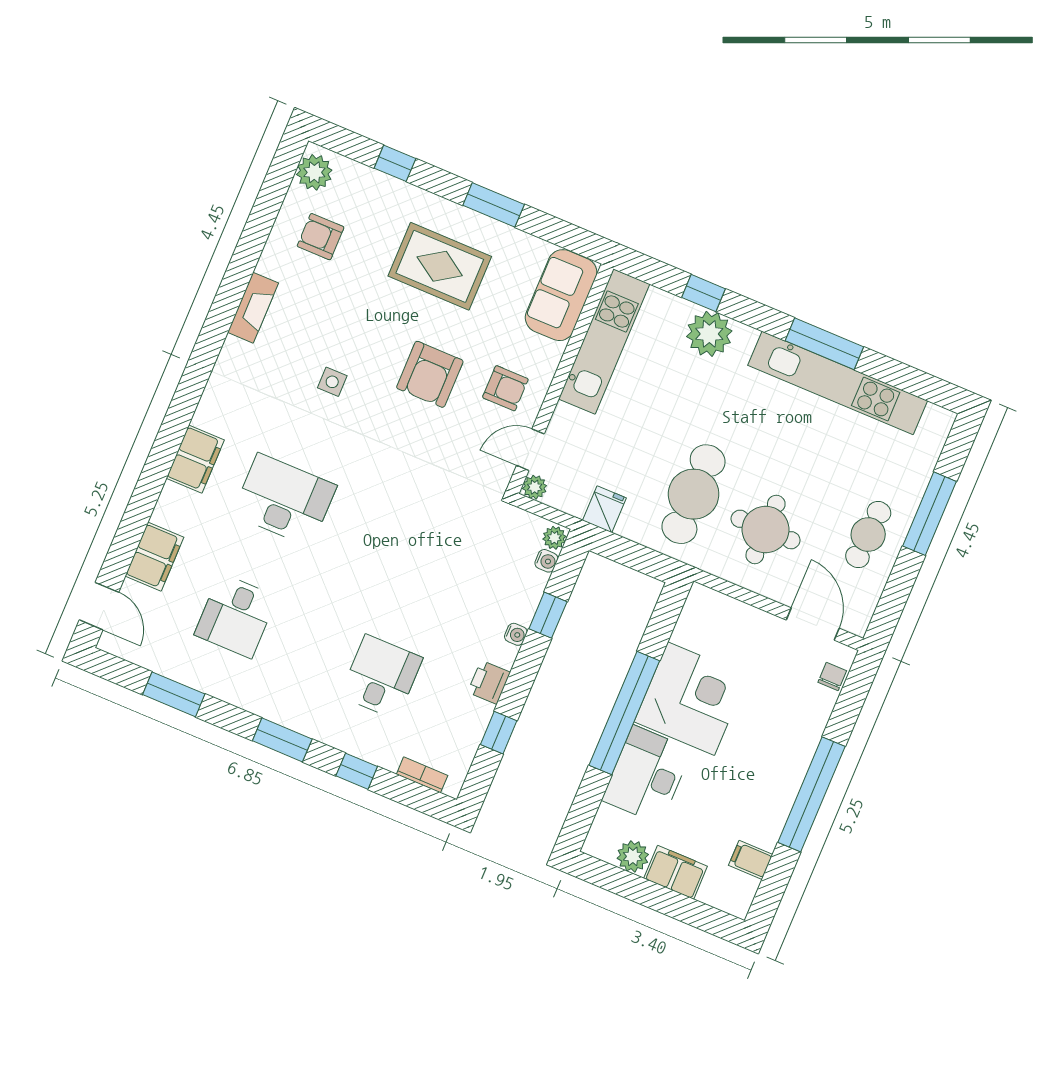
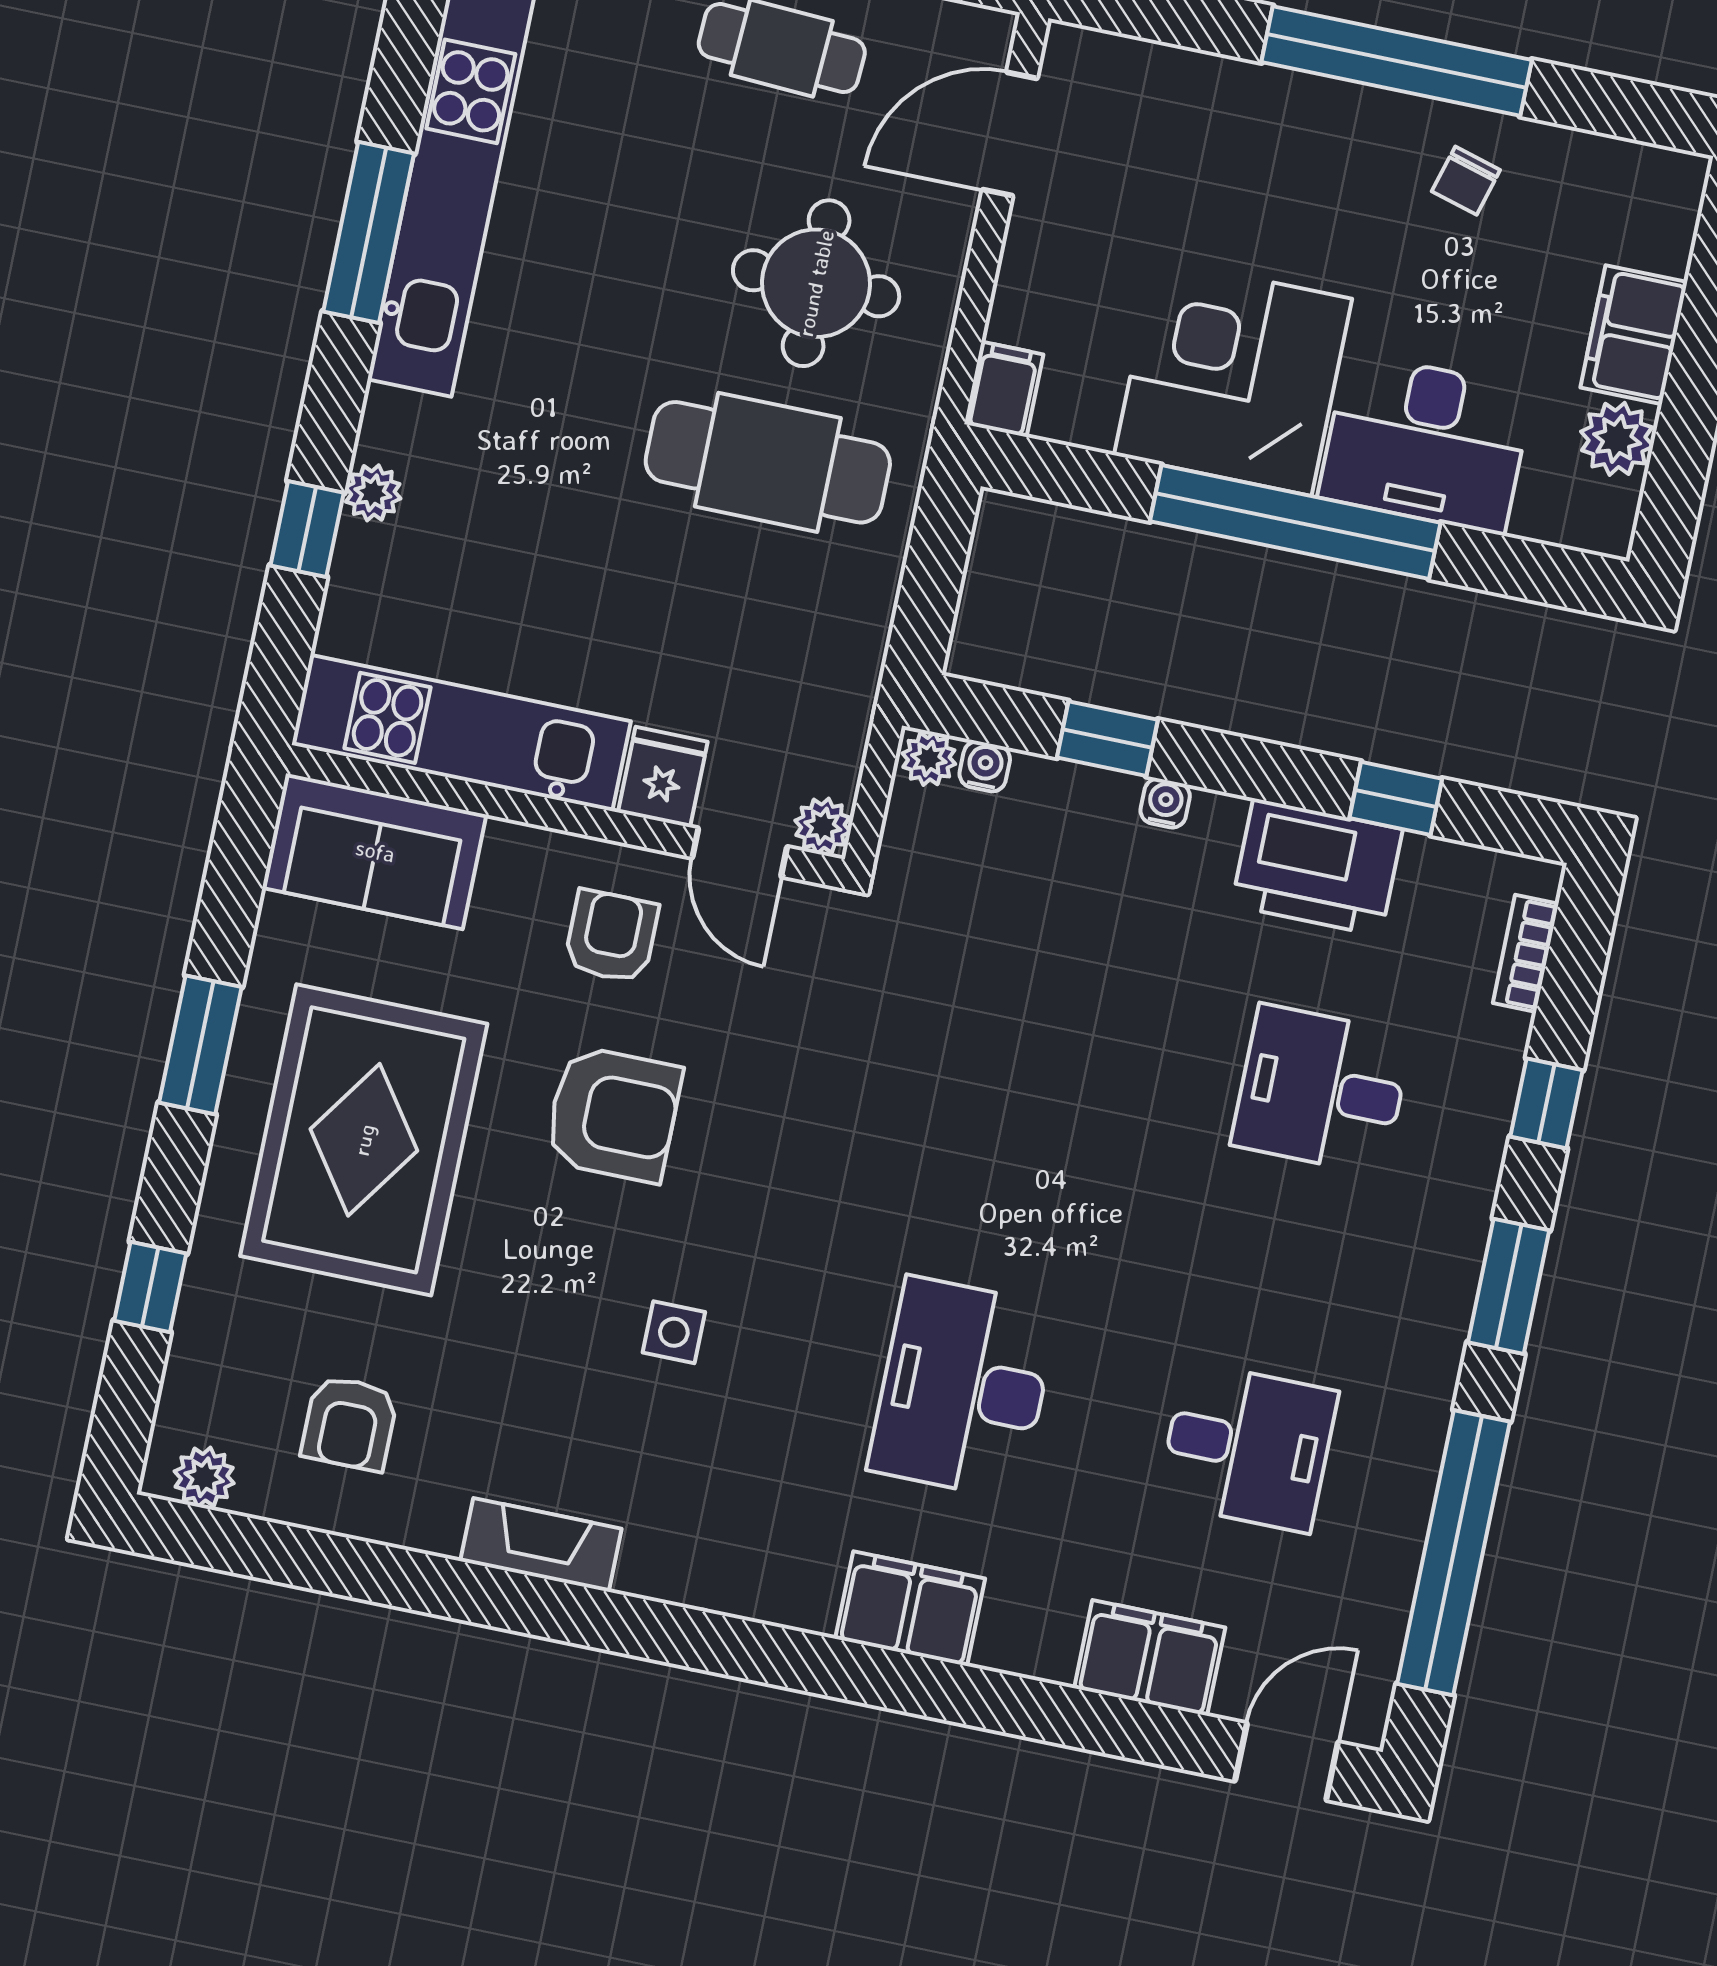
plant: (314, 172) -> (204, 1477), width x0.73, depth x0.73
rug: (440, 266) -> (364, 1140), width x1.37, depth x1.44
plant: (709, 334) -> (373, 493), width x0.53, depth x0.53
fridge: (604, 509) -> (663, 777), moved, turned 90
chair: (832, 677) -> (1466, 181), moved, turned -74
printer: (489, 682) -> (1317, 867), width x1.87, depth x1.48
window: (174, 694) -> (1453, 1553), width x2.11
filing cabinet: (751, 860) -> (1004, 389), moved, turned 180

